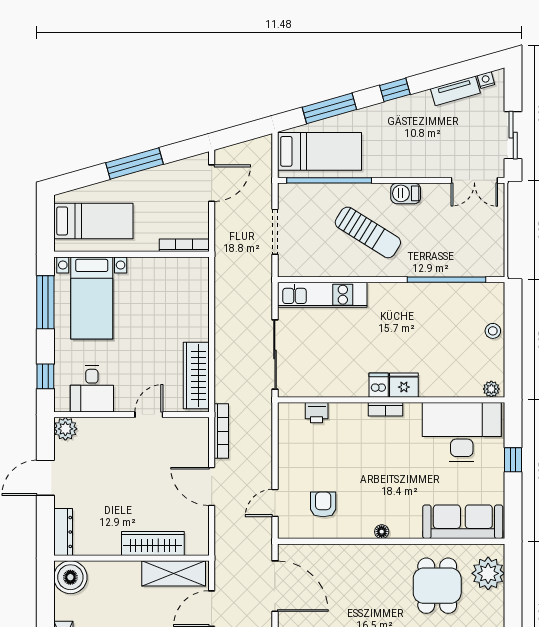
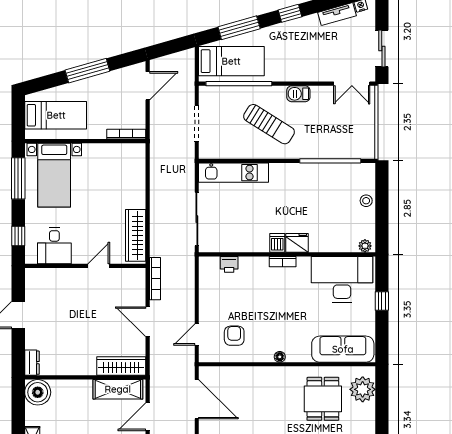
plant: (65, 429) -> (34, 277), removed
dresser: (63, 532) -> (32, 363), width x0.70
wardrobe: (153, 544) -> (121, 366), moved

